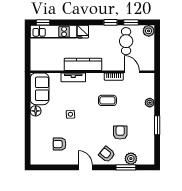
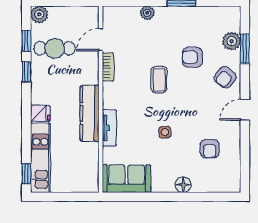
coffee table: (107, 100) -> (159, 80), moved
floor lamp: (36, 111) -> (183, 185), moved

